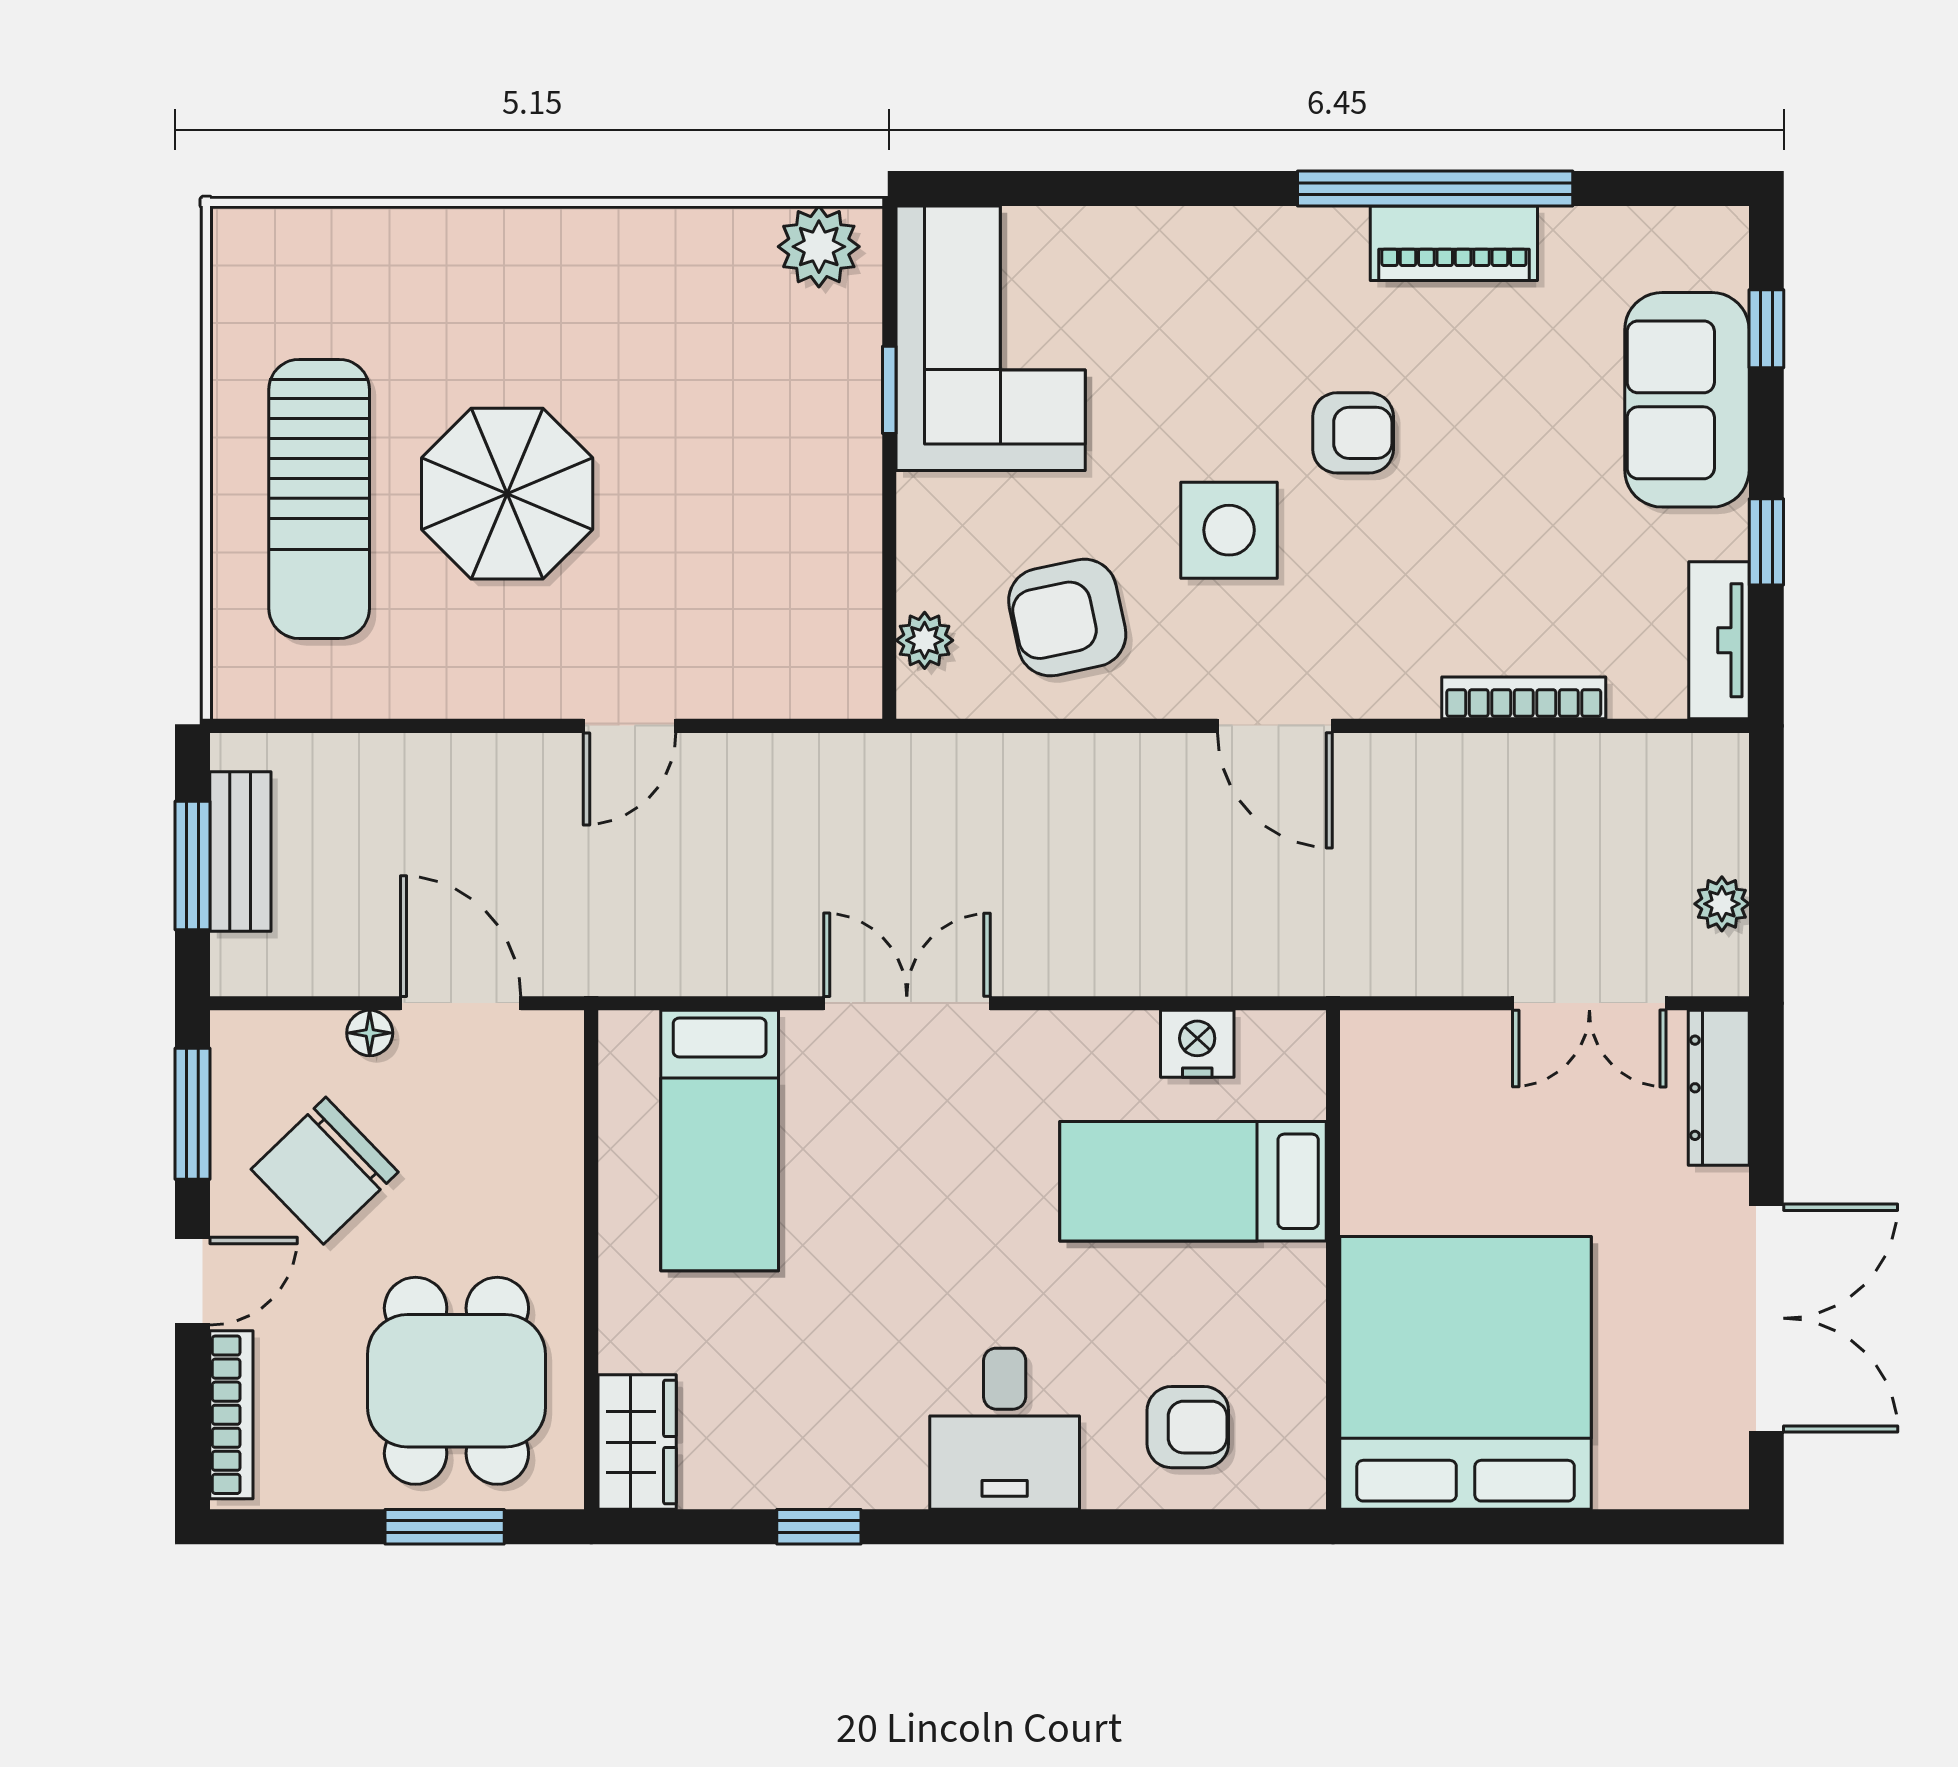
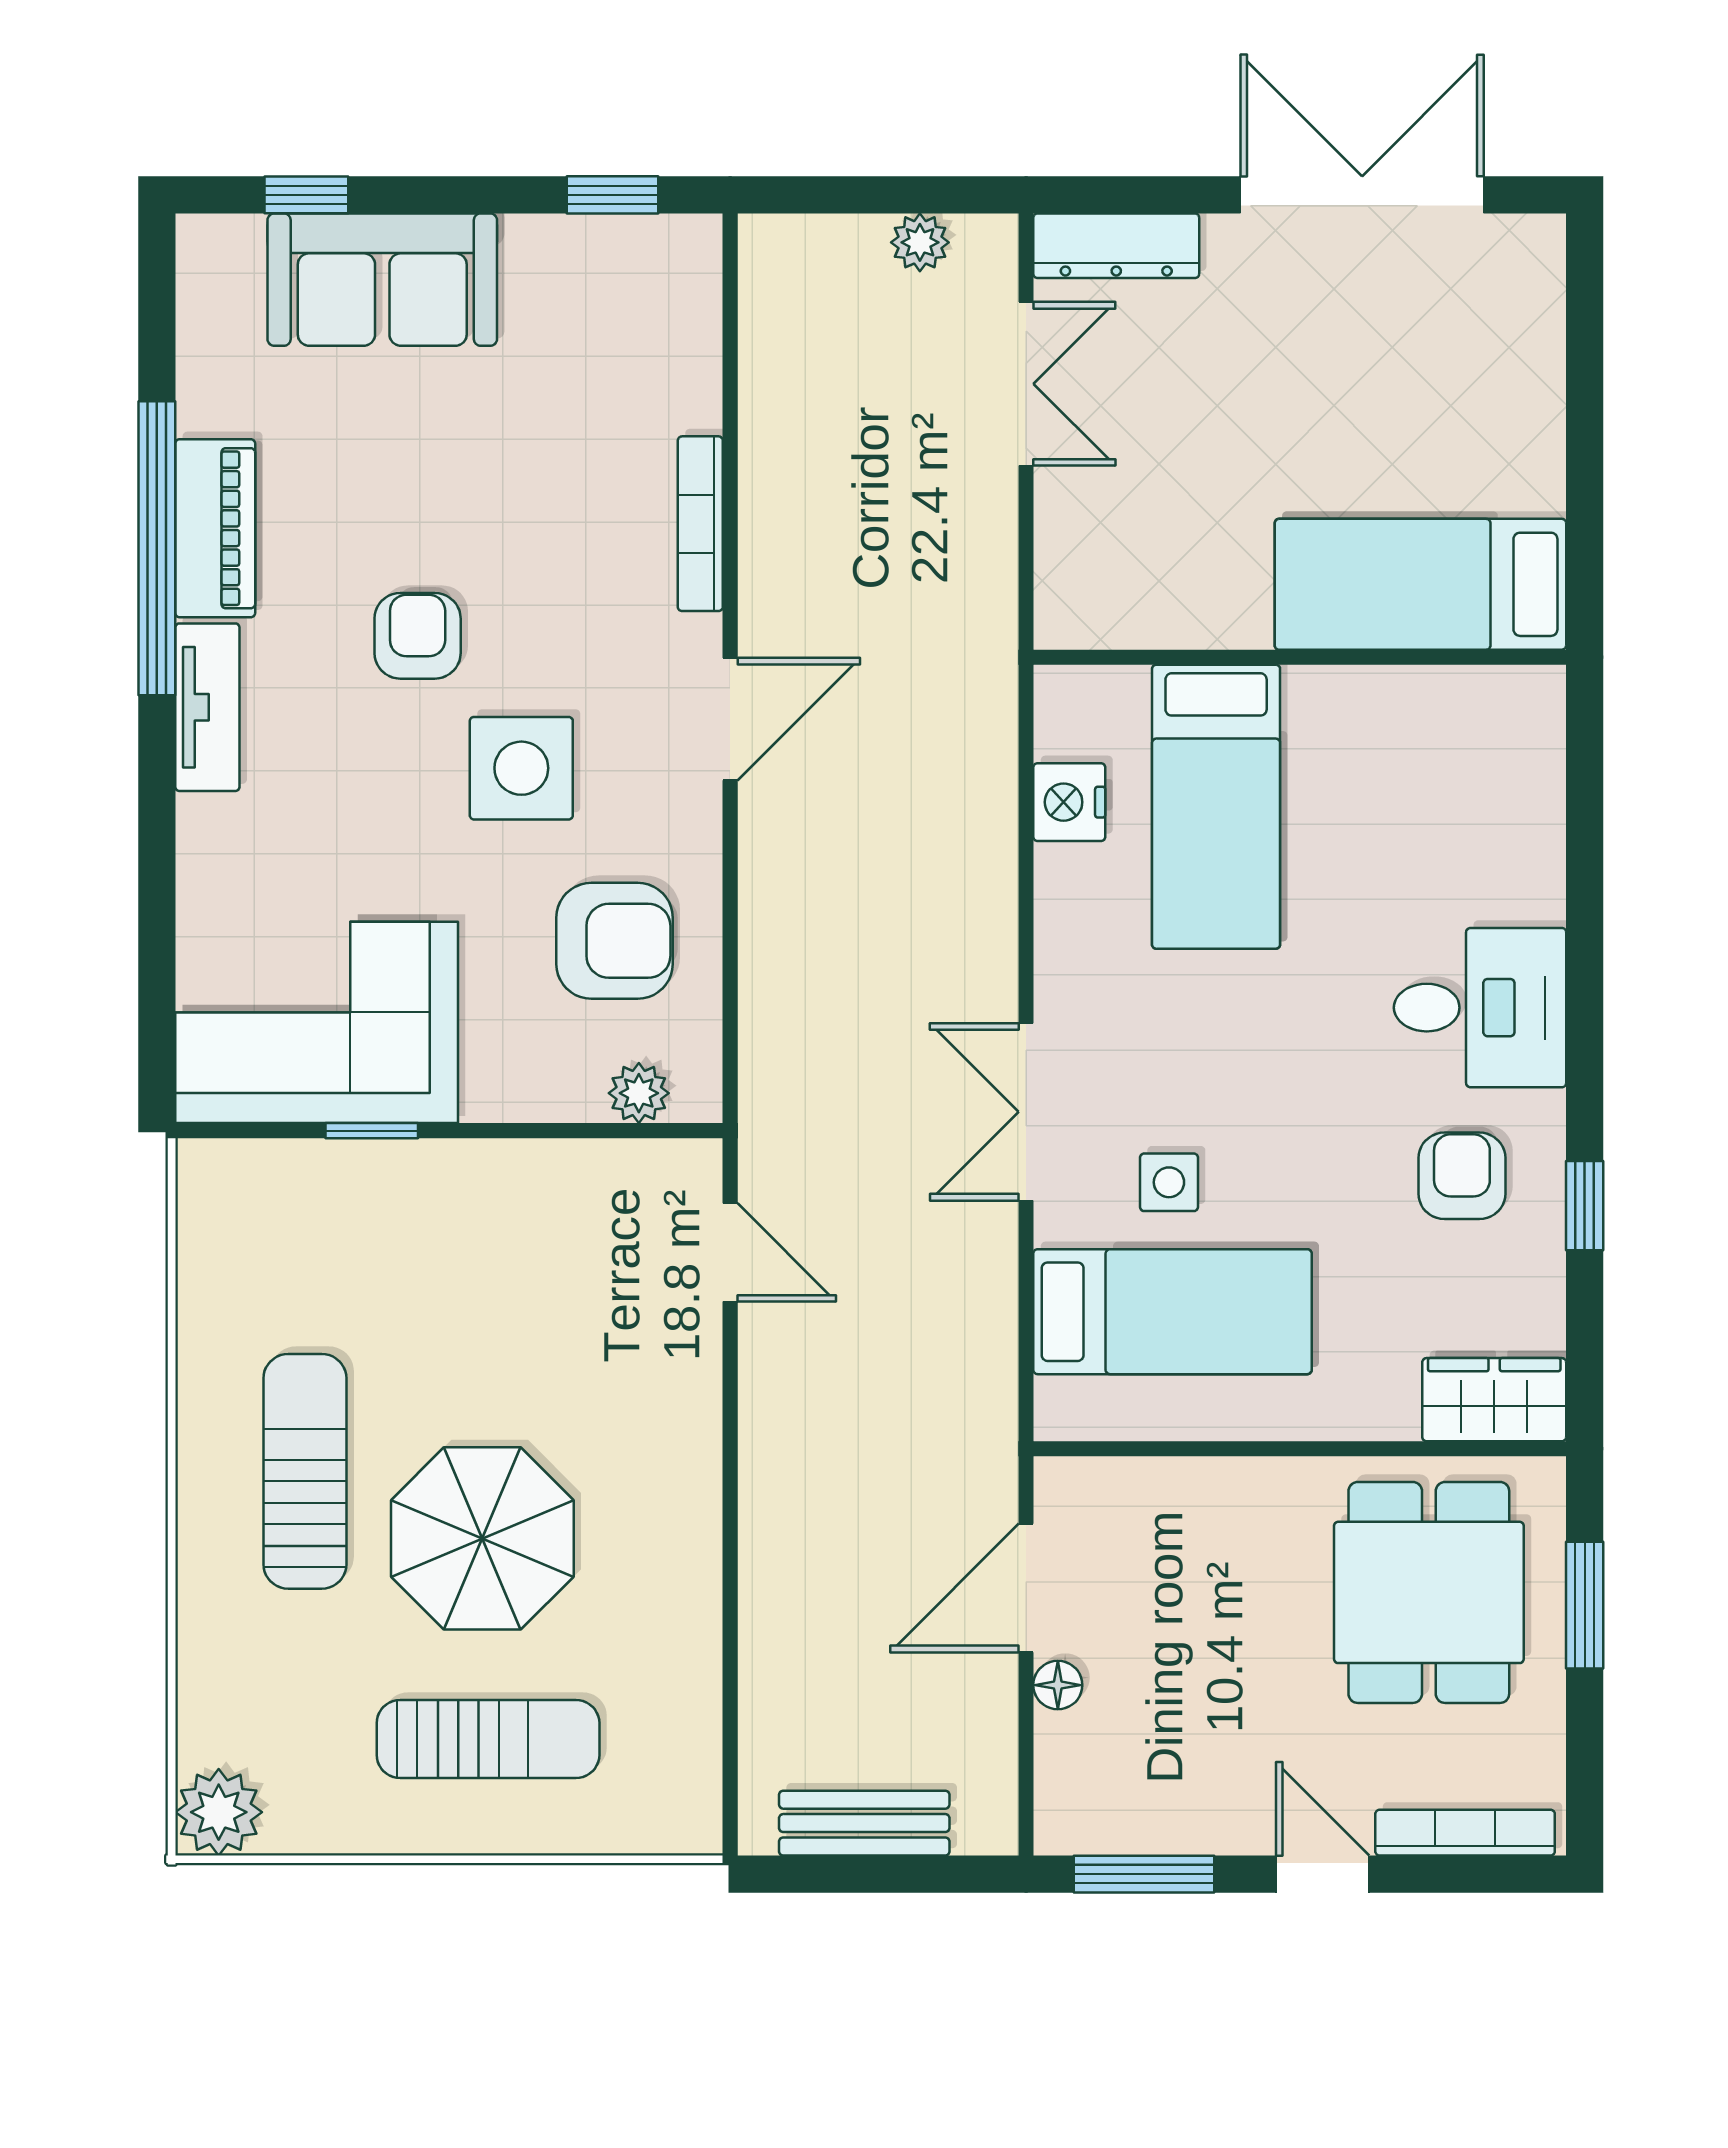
plant: (819, 247) -> (219, 1812), moved
sun lounger: (570, 327) -> (305, 1471), added
sun lounger: (319, 499) -> (488, 1739), width x0.73, depth x0.75
window: (1766, 542) -> (613, 195), moved
armchair: (1067, 618) -> (615, 941), turned -78
tv unit: (1719, 640) -> (207, 707), moved, turned -90
bookcase: (1524, 698) -> (700, 524), moved
door: (630, 726) -> (730, 1252), moved
window: (193, 865) -> (879, 1874), removed
side table: (841, 1137) -> (1169, 1182), added
chair: (325, 1171) -> (1205, 1733), removed
bed: (1466, 1373) -> (1420, 584), width x0.49
dining table: (456, 1381) -> (1429, 1592), turned 90
armchair: (1188, 1427) -> (1462, 1176), moved

